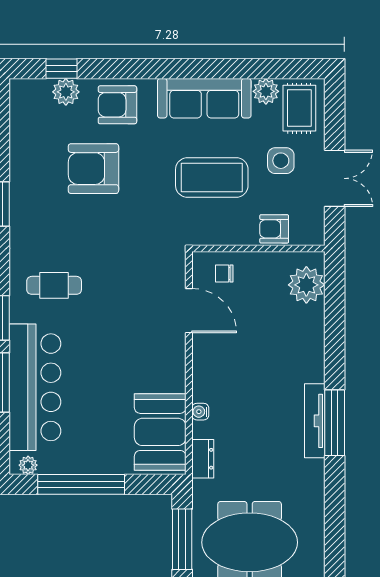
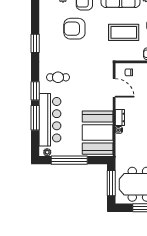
booth: (160, 432) -> (98, 133), width x1.36, depth x1.42
dresser: (203, 459) -> (120, 117), moved

